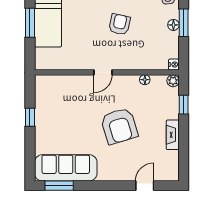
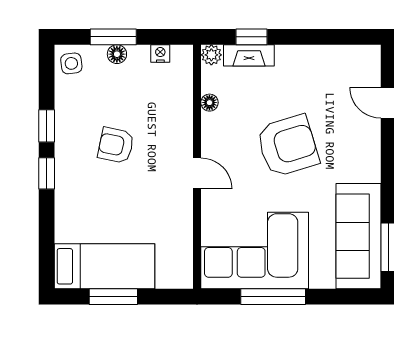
nightstand: (174, 64) -> (160, 53), moved
corner sofa: (57, 106) -> (255, 250), added
window: (30, 117) -> (273, 297), width x2.17
fireplace: (173, 135) -> (249, 55), moved

